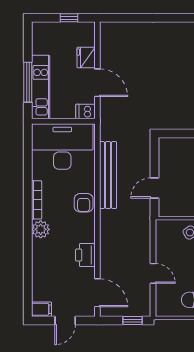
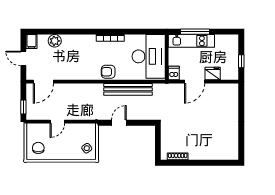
door: (155, 188) -> (119, 123), hinge flipped
plant: (41, 229) -> (55, 41), moved
printer: (85, 255) -> (71, 73), removed

